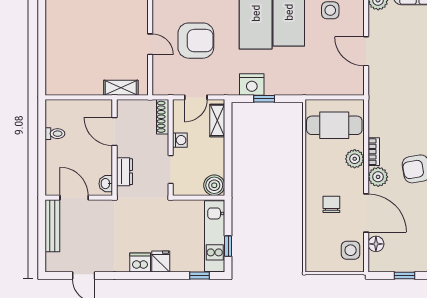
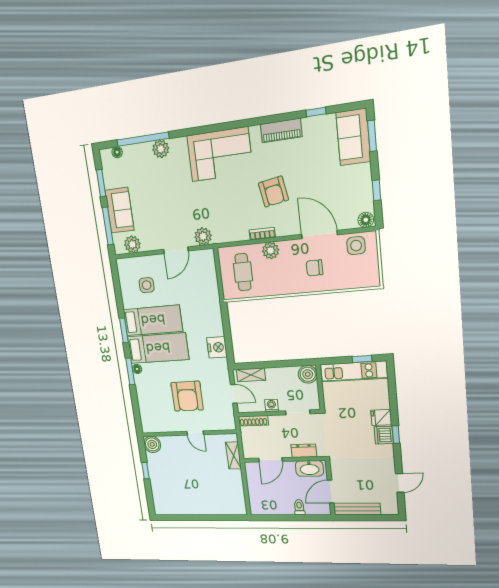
armchair: (196, 41) -> (187, 396), turned 180
door: (150, 44) -> (195, 433), swing flipped
window: (264, 99) -> (228, 336), removed
cafe table: (334, 125) -> (243, 272), width x0.73, depth x0.74
toilet: (55, 134) -> (299, 507), moved
plant: (378, 177) -> (203, 236), moved
washbasin: (106, 184) -> (309, 468), width x1.91, depth x1.45
door: (366, 213) -> (319, 235), hinge flipped
floor lamp: (376, 244) -> (366, 220), moved
window: (200, 276) -> (396, 435), moved

